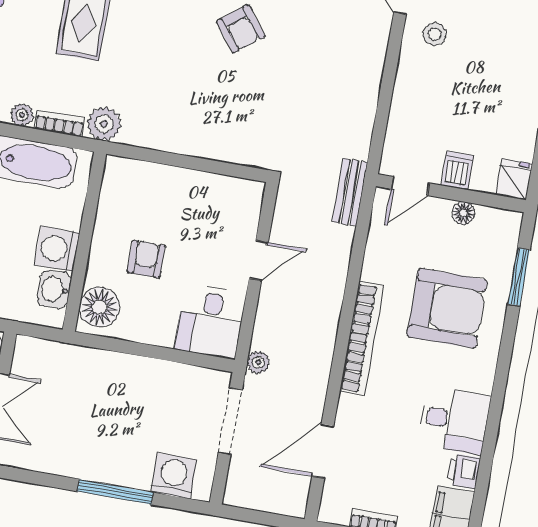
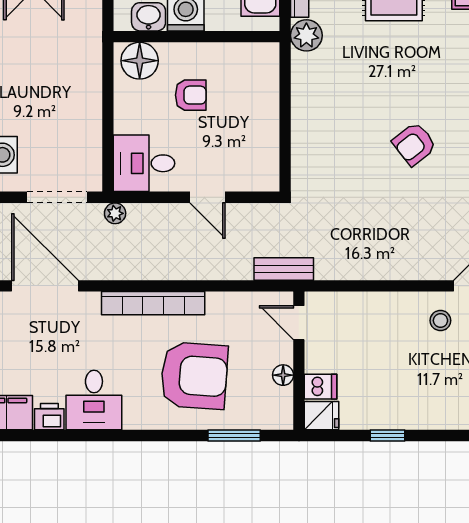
dishwasher: (457, 170) -> (321, 387), moved
armchair: (447, 308) -> (194, 376), turned -86
door: (323, 451) -> (45, 286), width x1.36

